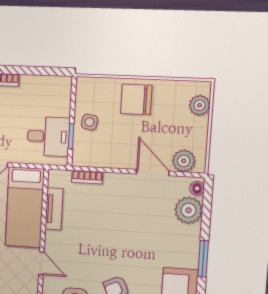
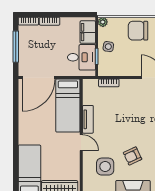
plant: (83, 84) -> (103, 22), added
filing cabinet: (60, 98) -> (88, 32), added
tv unit: (54, 209) -> (88, 119), moved

